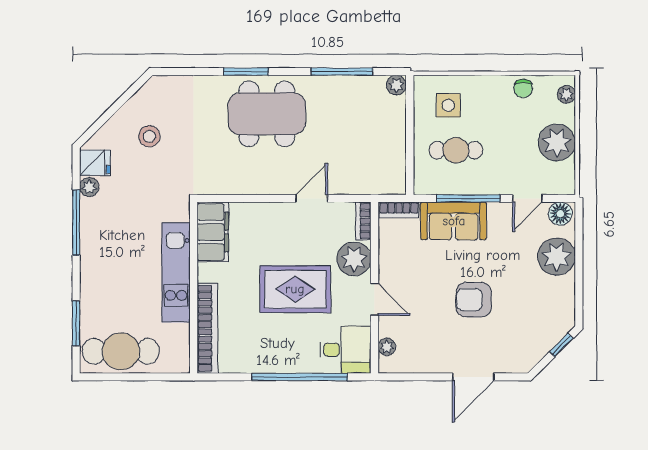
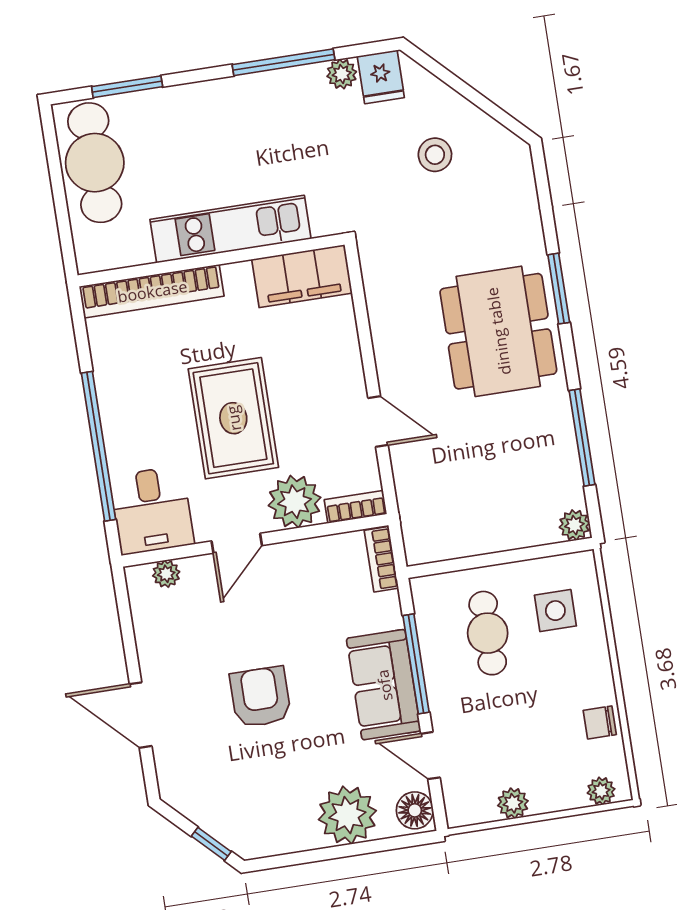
plant: (557, 142) -> (513, 803), width x0.53, depth x0.53
sofa: (454, 221) -> (384, 685), moved

